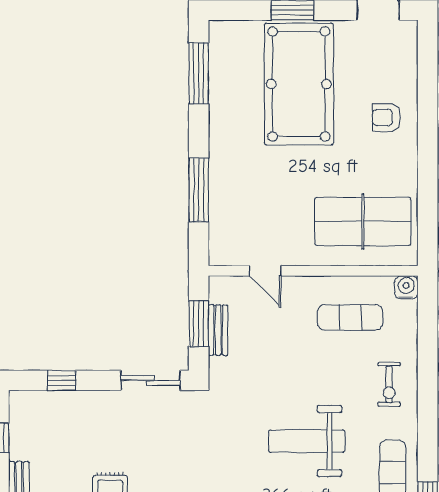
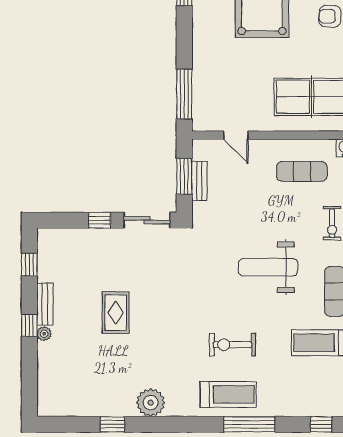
window: (199, 190) -> (184, 94), moved
window: (62, 380) -> (100, 220), moved

